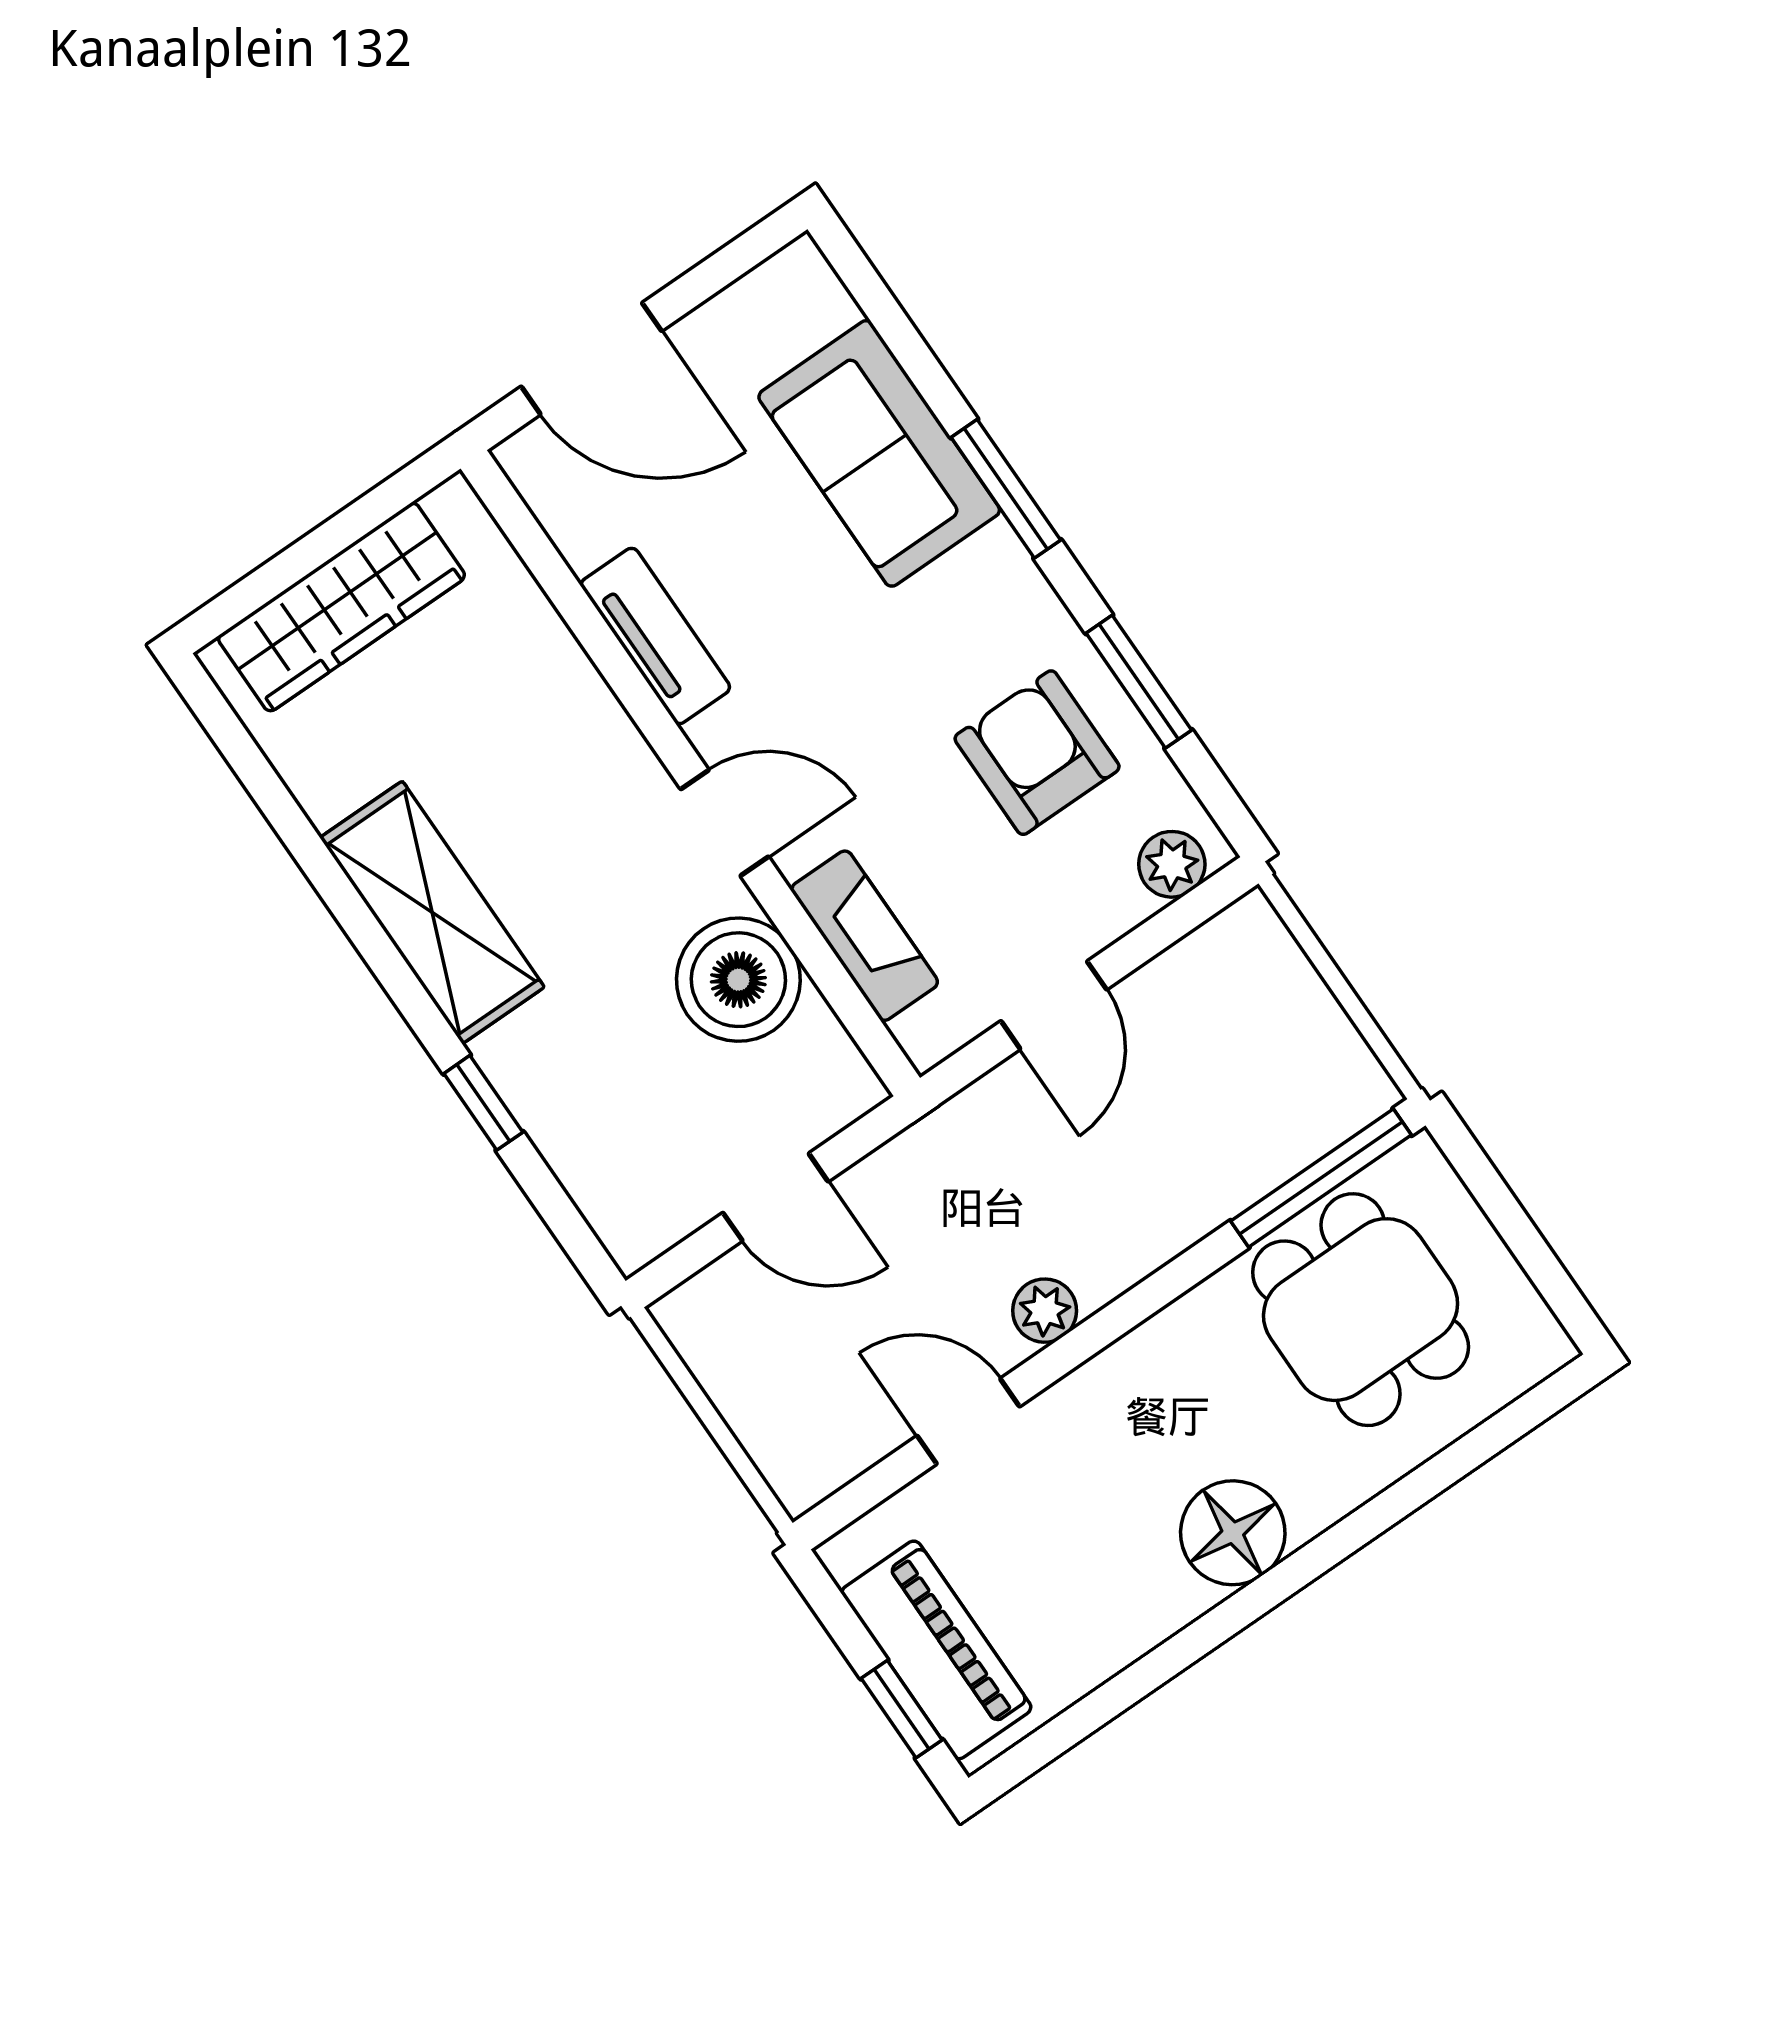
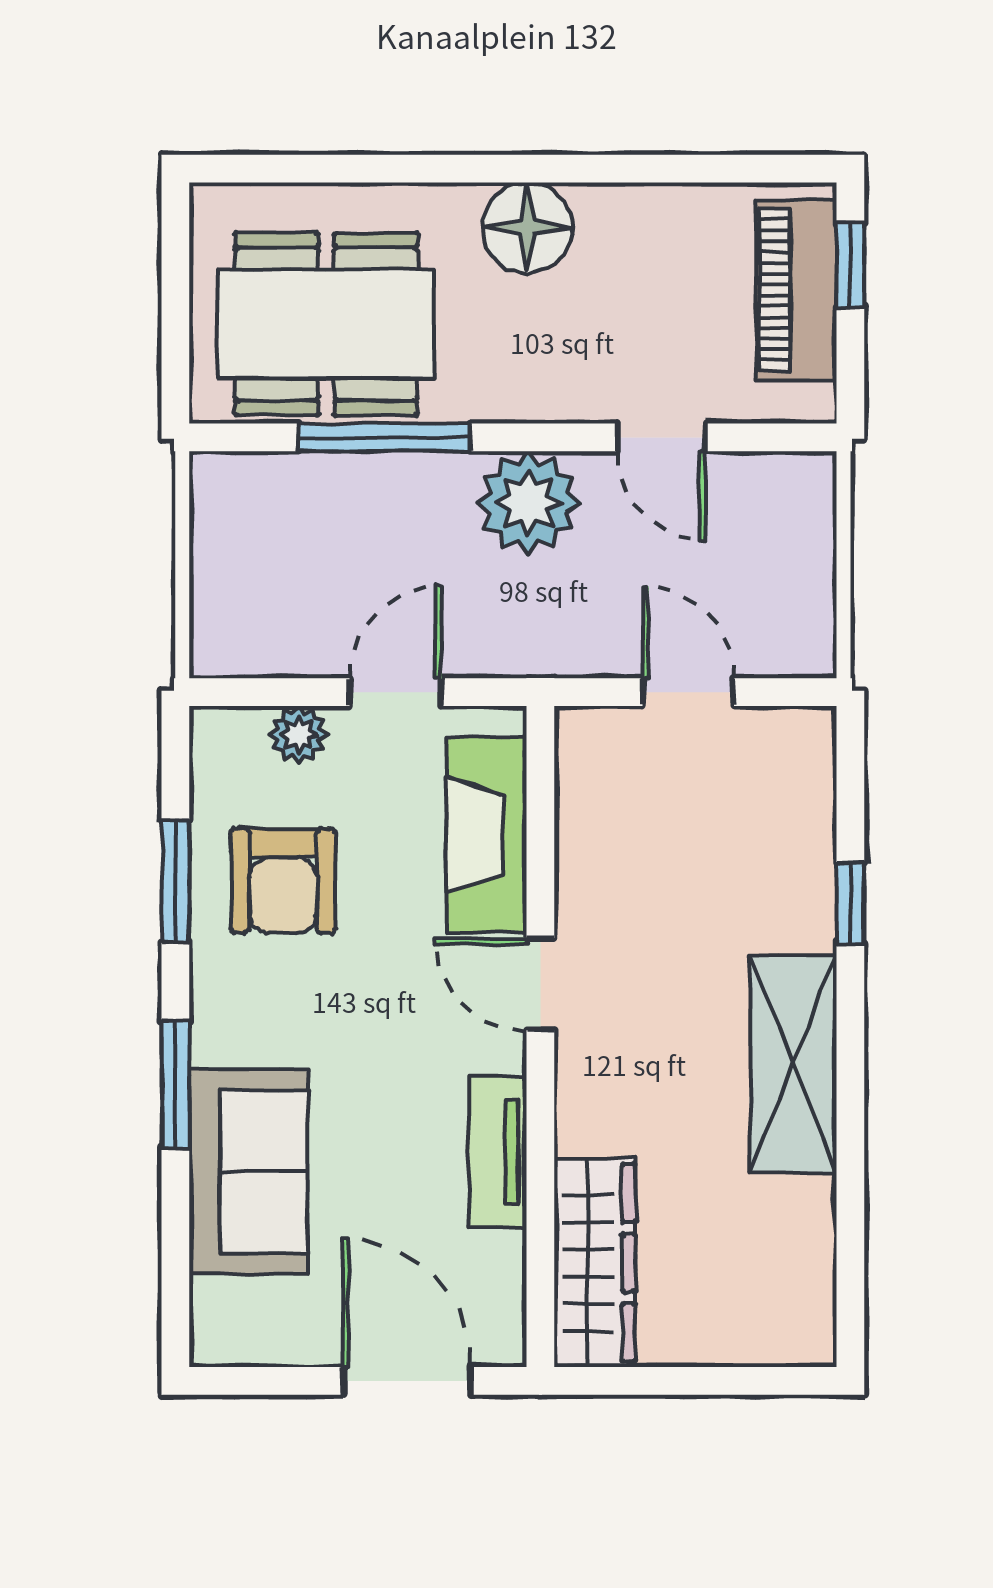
wardrobe: (342, 607) -> (595, 1263), moved, turned 90
plant: (1172, 864) -> (299, 735), moved
fireplace: (865, 936) -> (486, 835), width x1.37, depth x1.32
boiler: (738, 980) -> (608, 866), removed
window: (1321, 1178) -> (384, 437), moved
dining table: (1361, 1310) -> (326, 324), width x1.38
plant: (1045, 1311) -> (528, 503), width x1.87, depth x1.87

